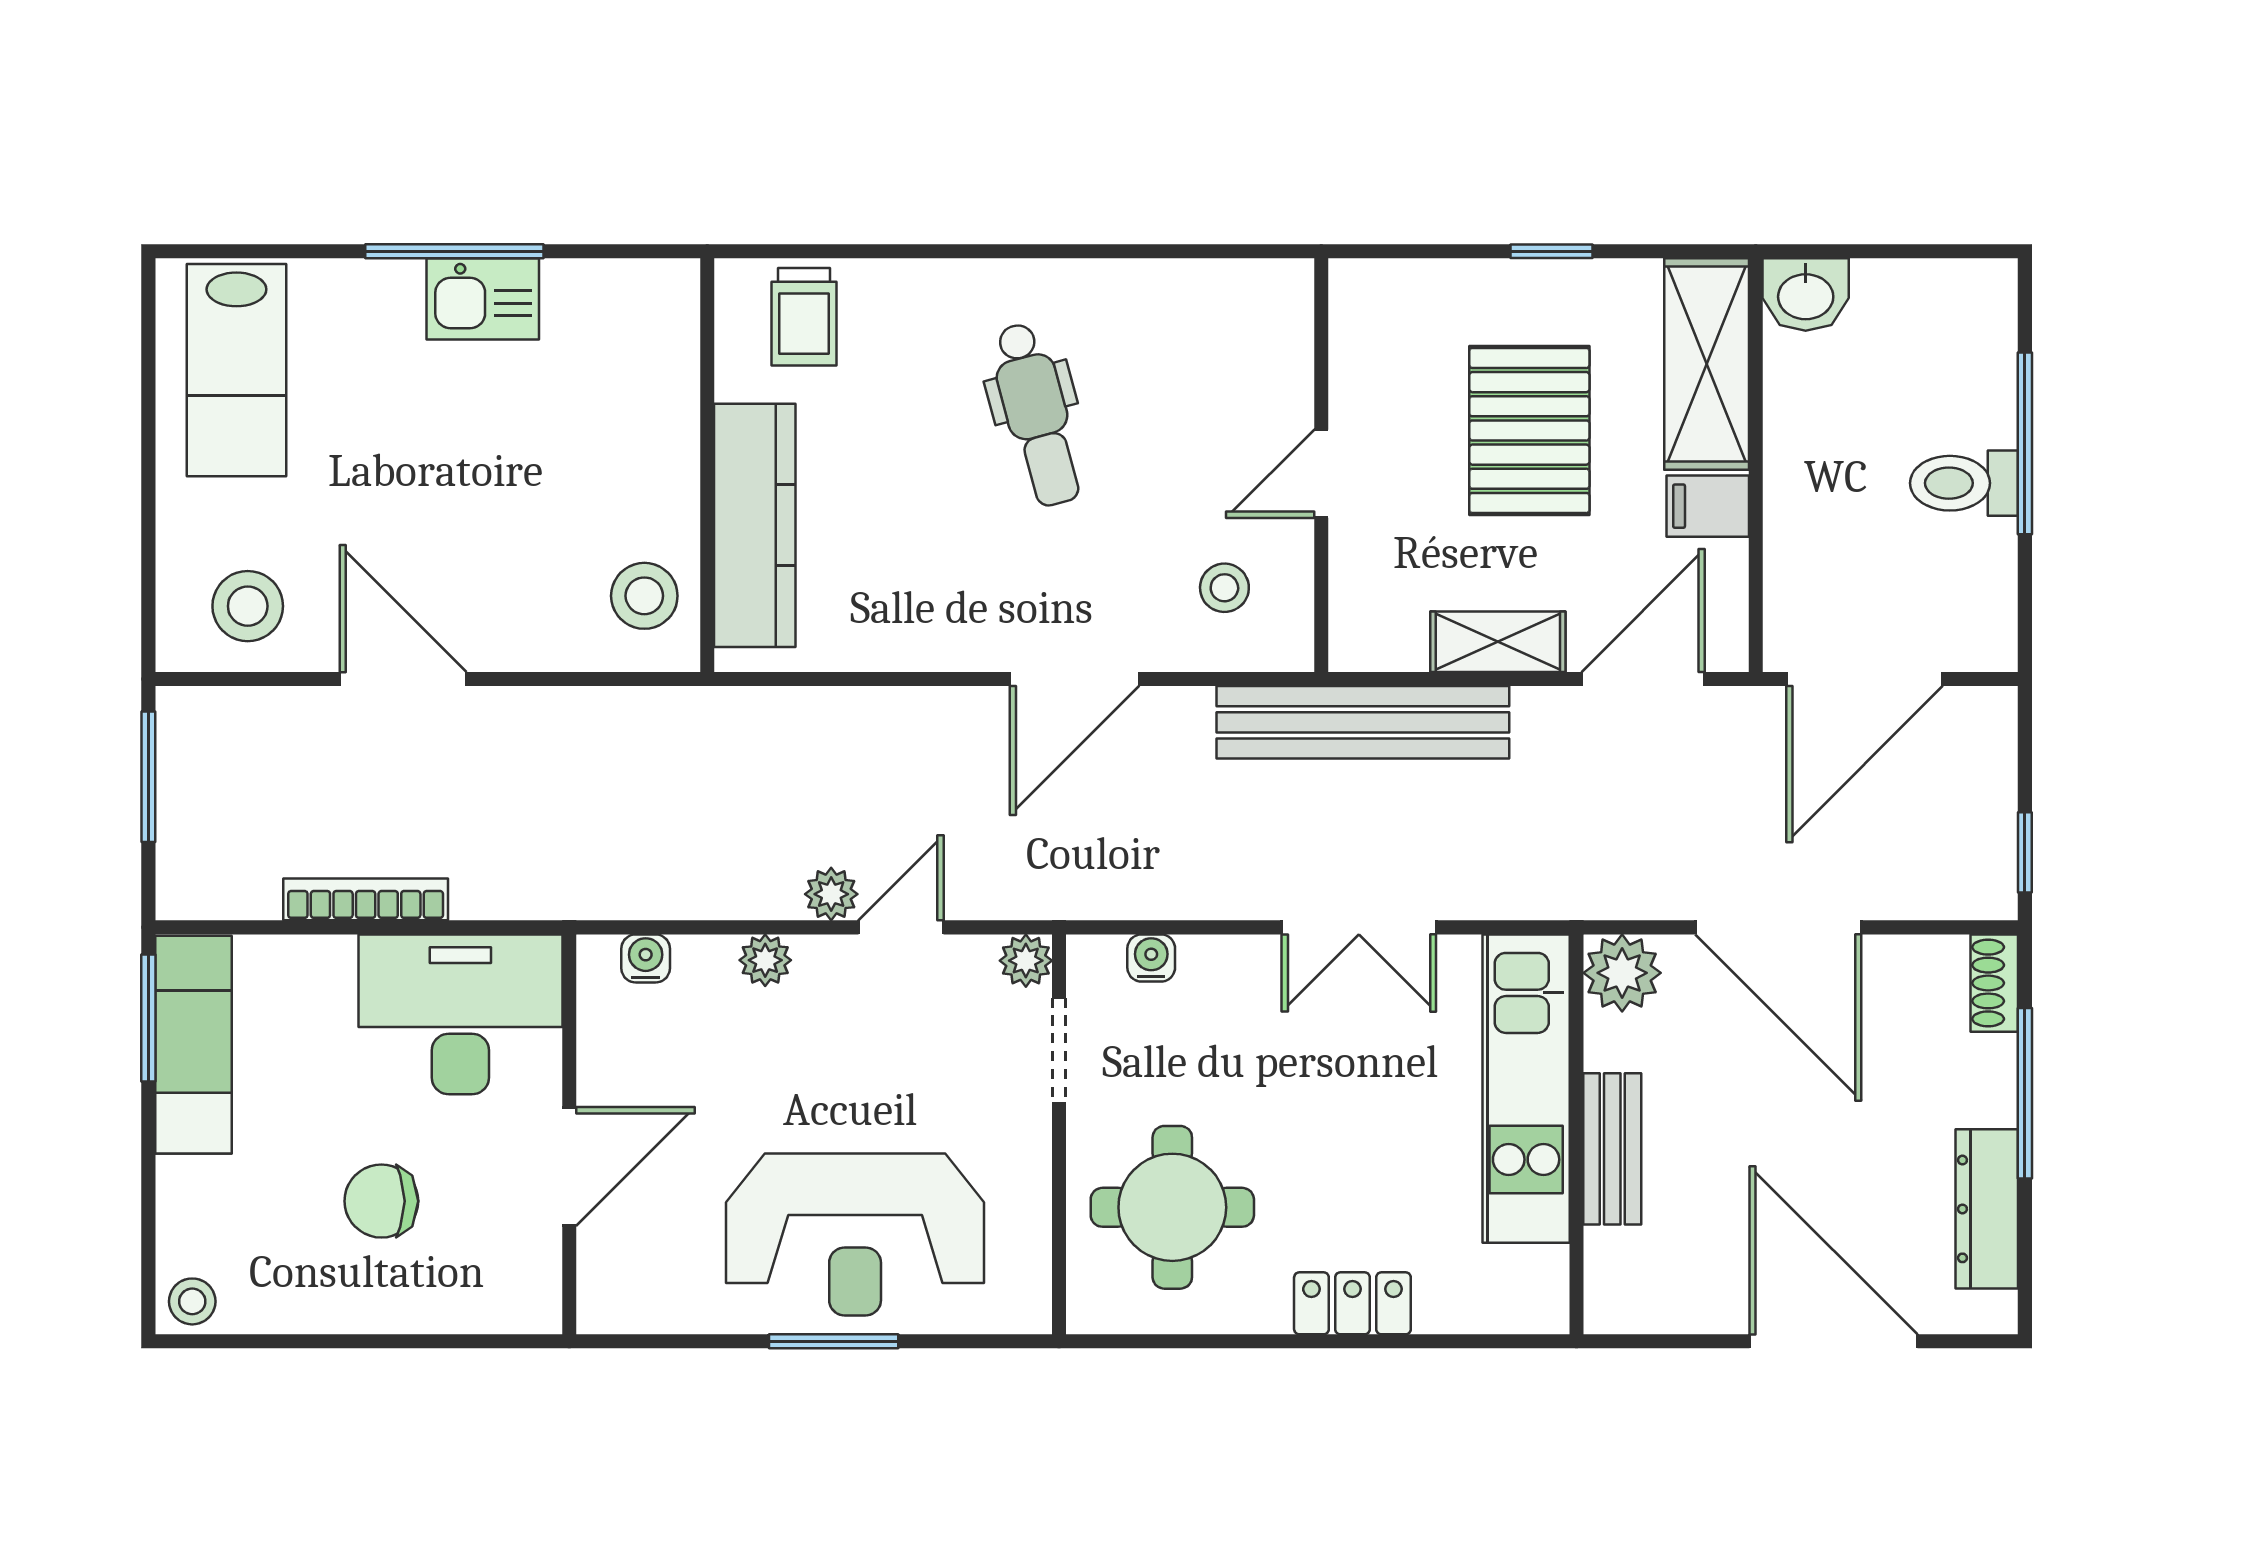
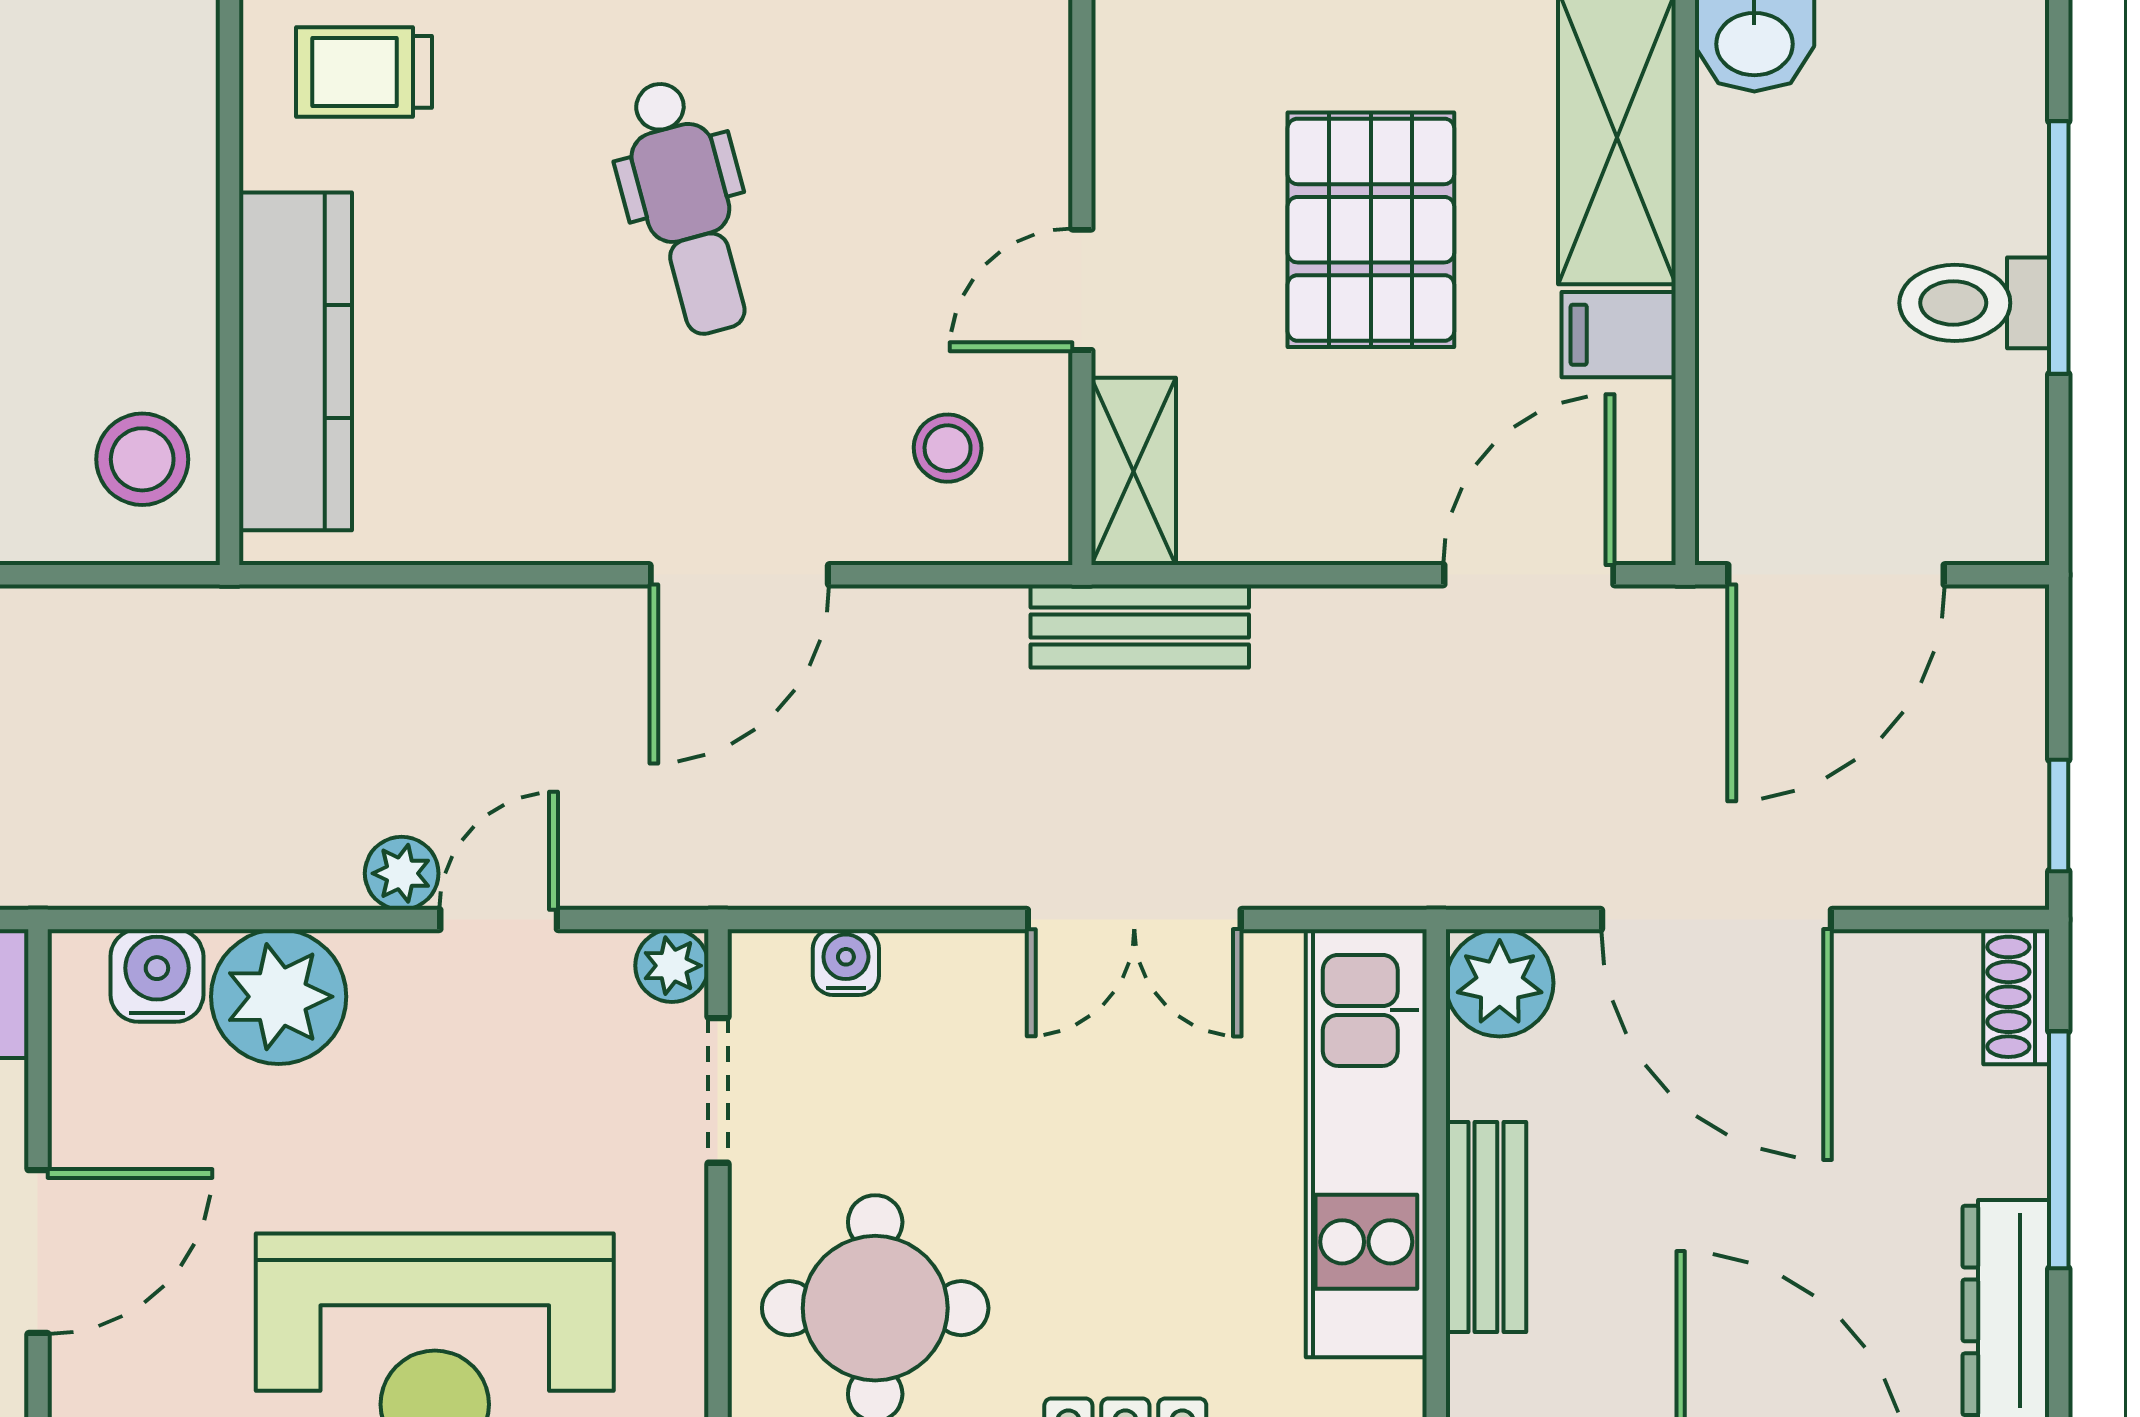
trolley: (804, 317) -> (364, 72), turned 90
shelving: (1498, 642) -> (1134, 471), moved, turned 90
bench: (1363, 722) -> (1140, 626), width x0.54, depth x0.82
water cooler: (646, 958) -> (157, 976), width x1.38, depth x1.38
plant: (765, 960) -> (279, 997), width x1.88, depth x1.88

